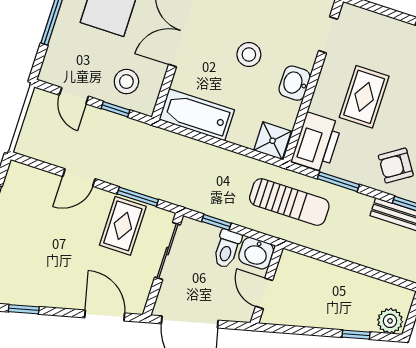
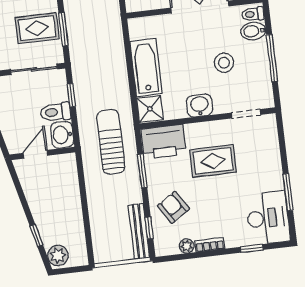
stool: (249, 55) -> (224, 63), moved
bathtub: (197, 115) -> (146, 68), moved
sun lounger: (289, 202) -> (111, 142), turned 180

